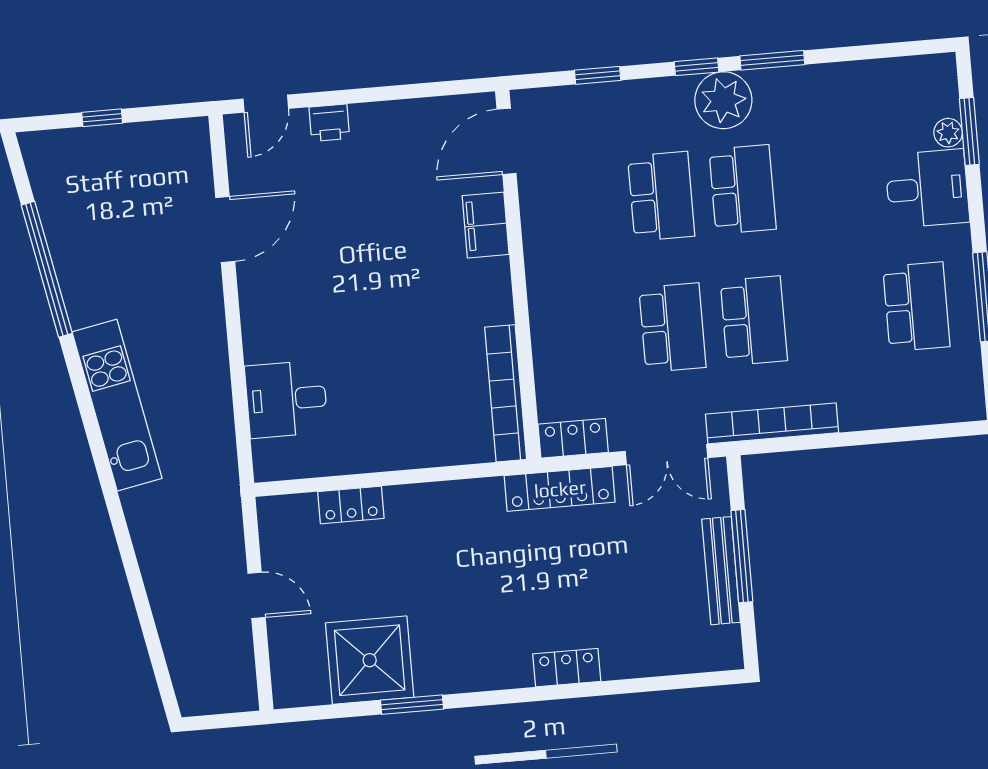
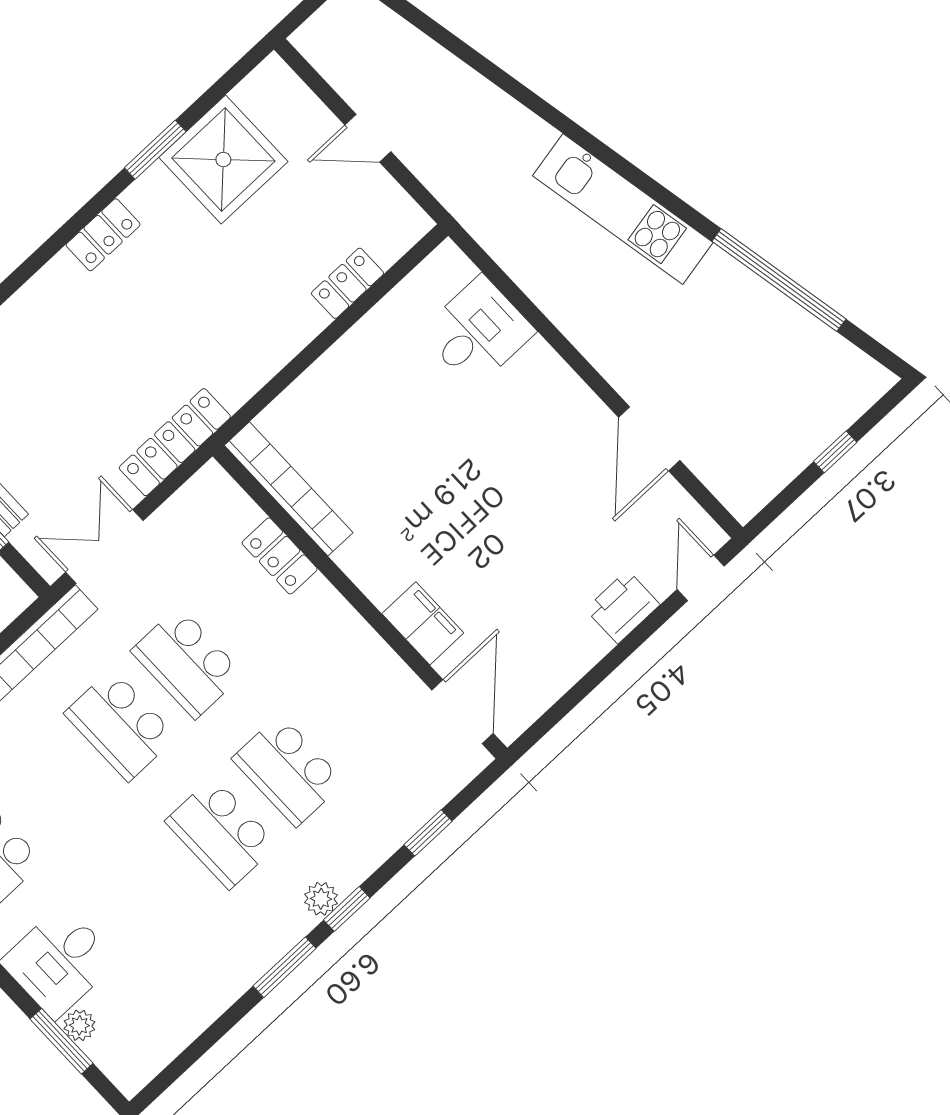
plant: (723, 100) -> (321, 899), width x0.53, depth x0.53
printer: (329, 123) -> (623, 607), width x1.36, depth x1.24
locker: (573, 438) -> (280, 556), moved, turned 90
locker: (567, 668) -> (103, 235), moved

